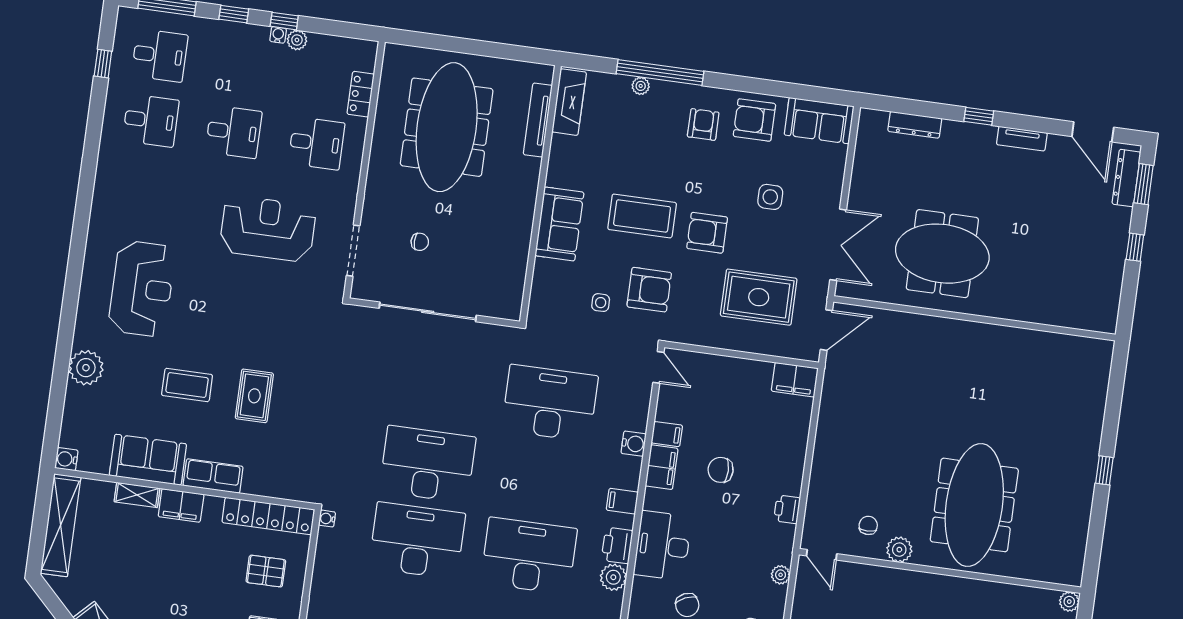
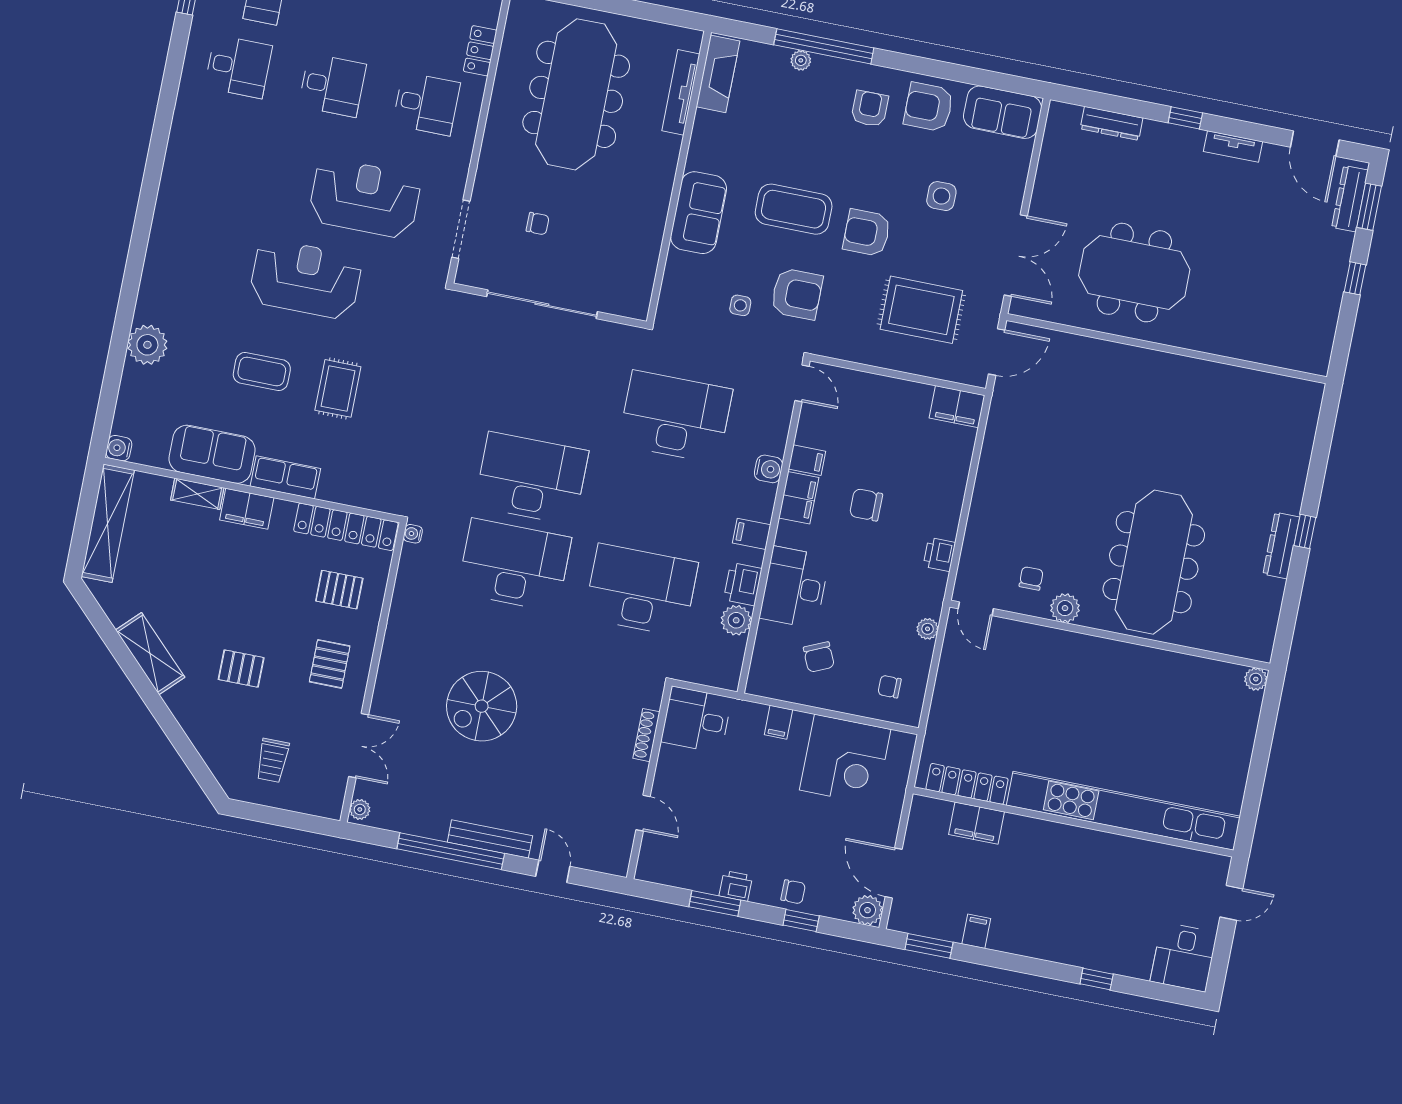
reception desk: (142, 289) -> (305, 279), moved, turned -90
dresser: (1084, 484) -> (1281, 546), added

